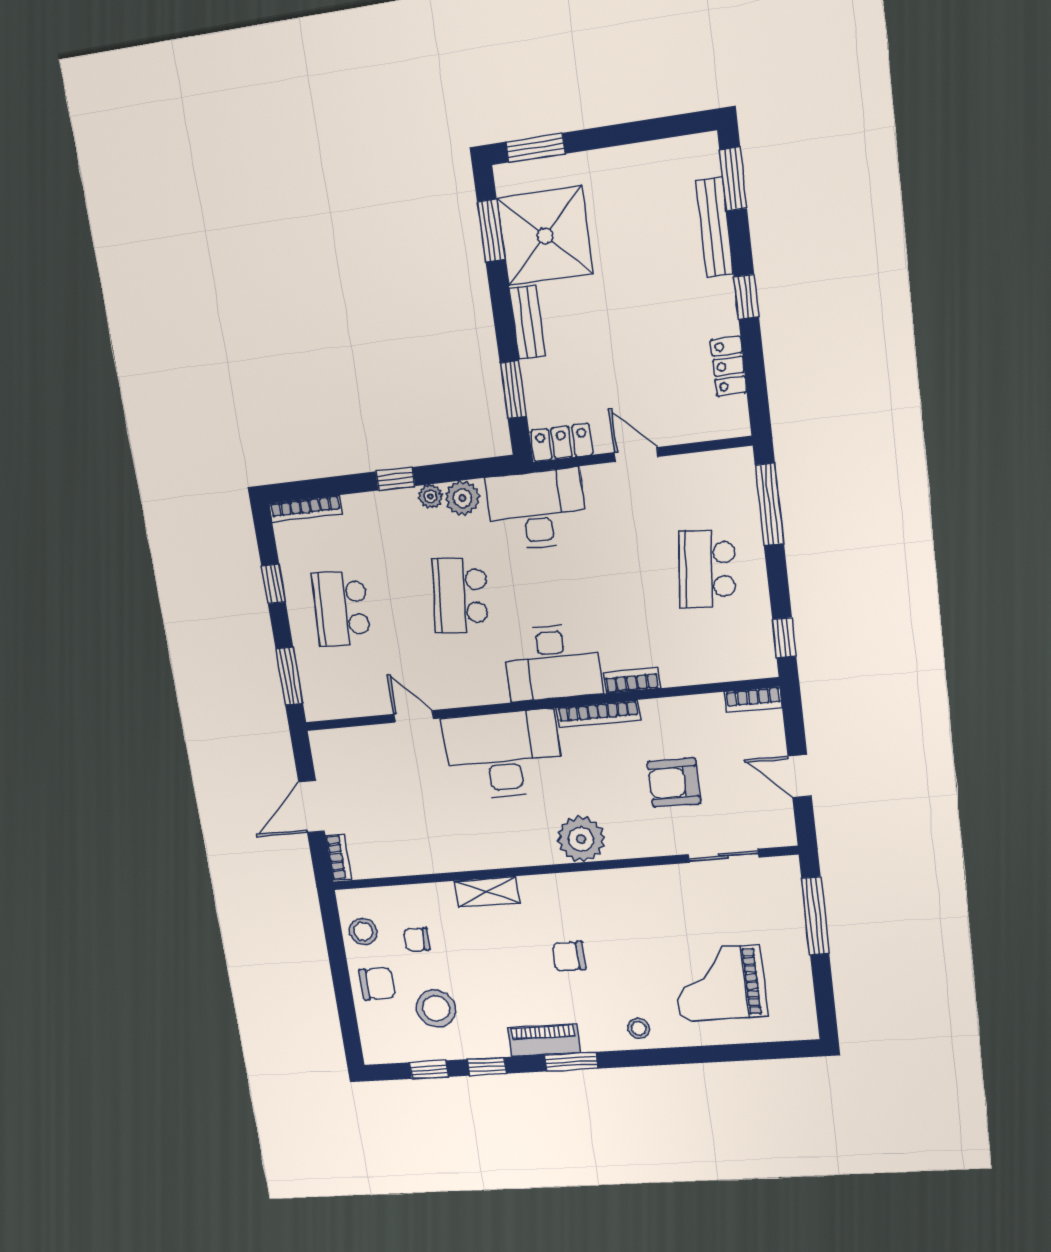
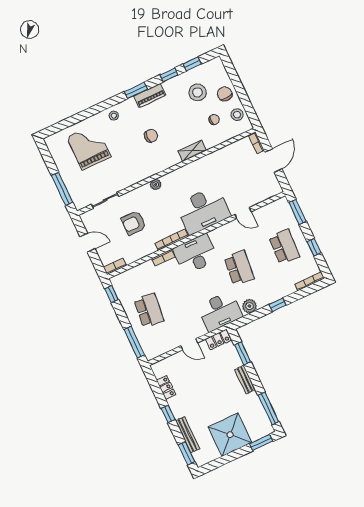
window: (491, 231) -> (268, 408), width x1.44
shower: (545, 236) -> (230, 435), moved
plant: (430, 496) -> (262, 303), removed
armchair: (674, 783) -> (134, 223), turned 180
plant: (581, 839) -> (156, 184), width x0.53, depth x0.53
grand piano: (720, 983) -> (89, 147), turned -90
chair: (377, 984) -> (225, 94), turned 90

